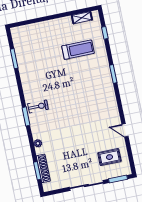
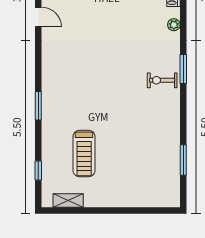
treadmill: (78, 50) -> (84, 153), turned -90

